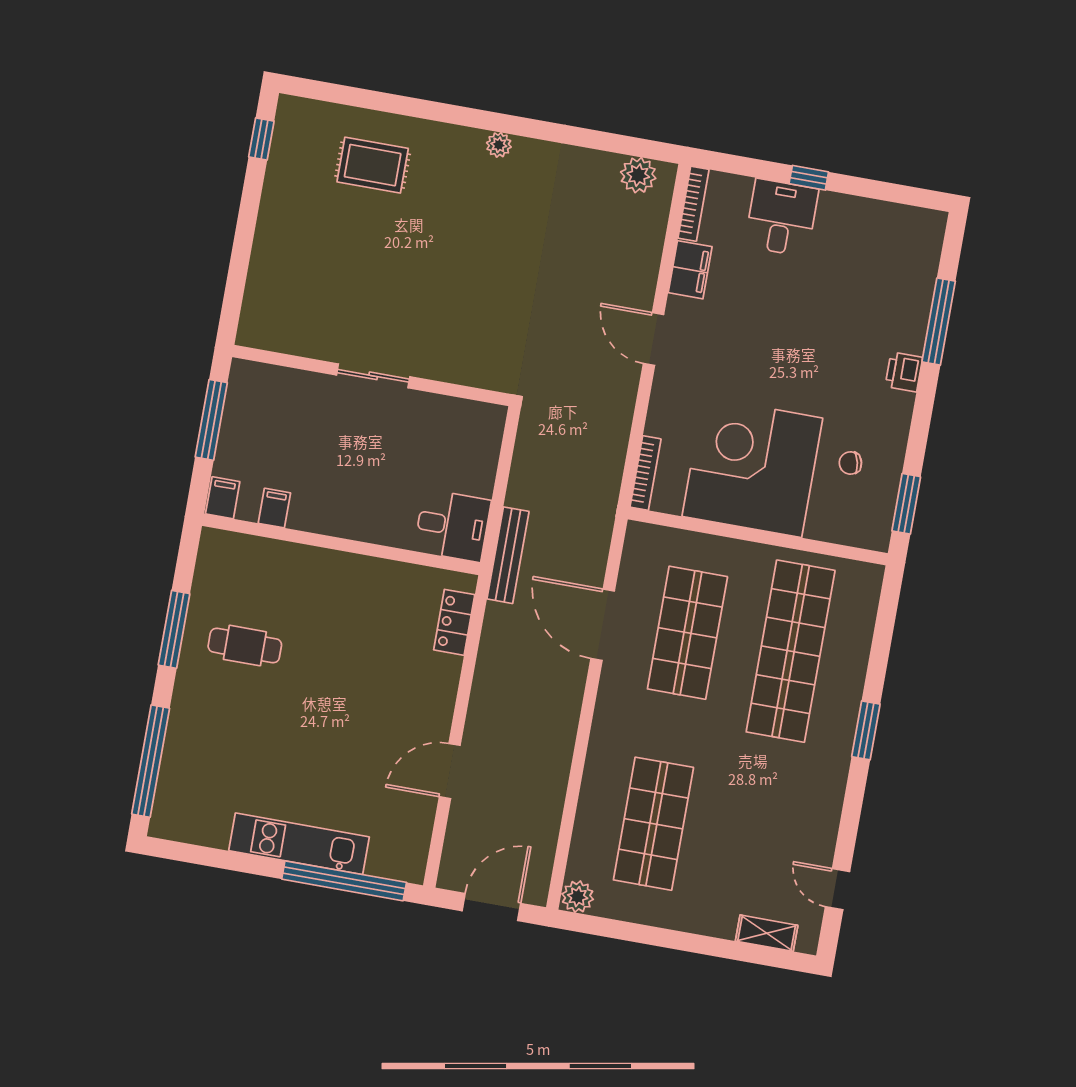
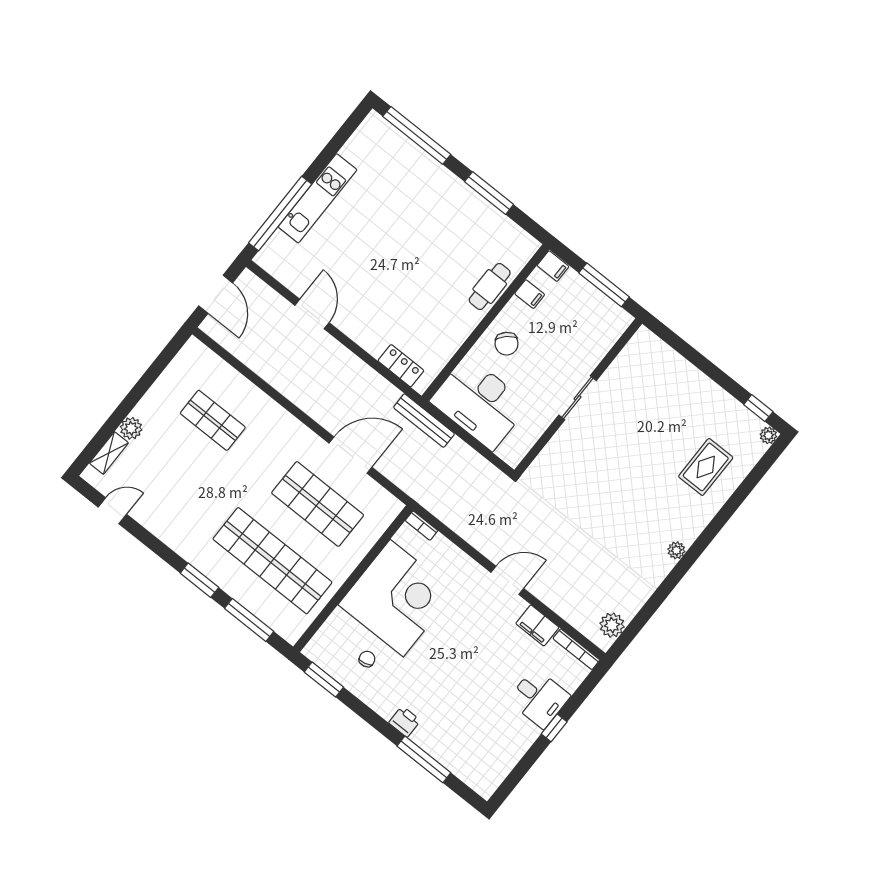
plant: (289, 107) -> (768, 435), added
bookcase: (645, 473) -> (421, 526), width x0.64
chair: (353, 503) -> (507, 344), added
desk: (452, 526) -> (480, 403), width x1.87, depth x1.30
window: (882, 640) -> (249, 620), added
cafe table: (245, 646) -> (490, 287), moved
shop shelf: (653, 824) -> (213, 420), width x0.70, depth x0.74
plant: (578, 897) -> (131, 428), moved

